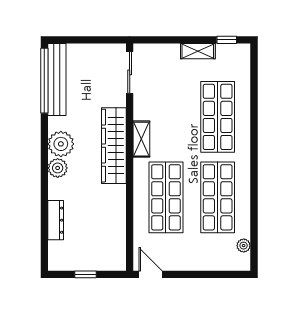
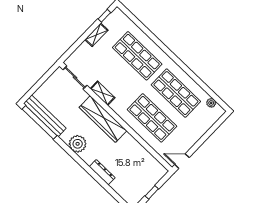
shelving: (141, 139) -> (103, 93), moved
plant: (58, 168) -> (88, 156), removed
dresser: (56, 220) -> (102, 172), moved

